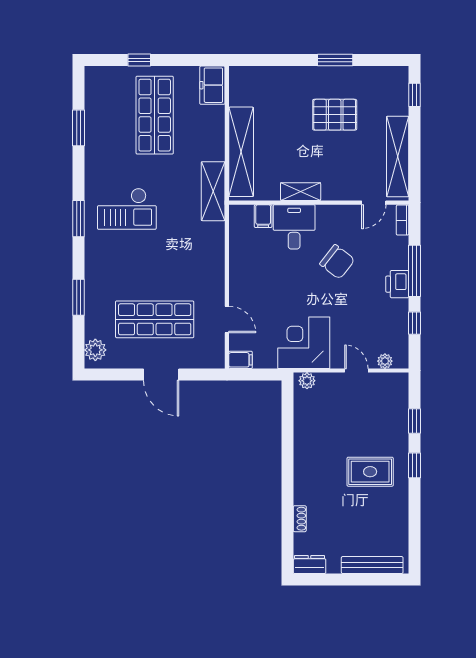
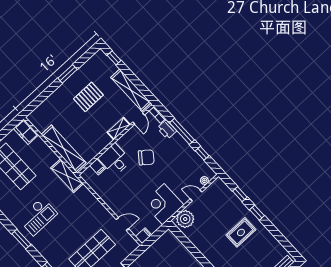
shelving: (301, 192) -> (119, 128), moved
printer: (397, 284) -> (167, 129), moved
plant: (307, 381) -> (185, 219), width x1.88, depth x1.88

